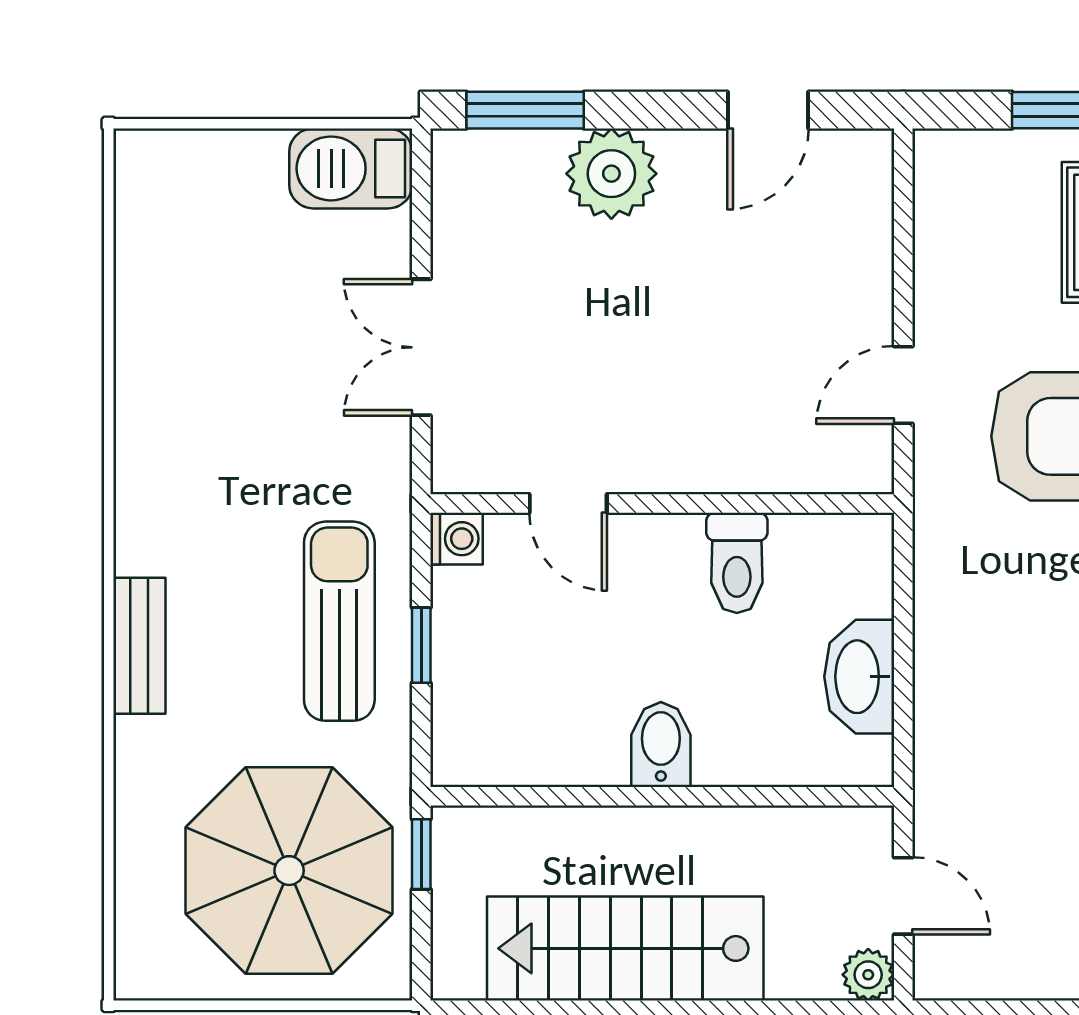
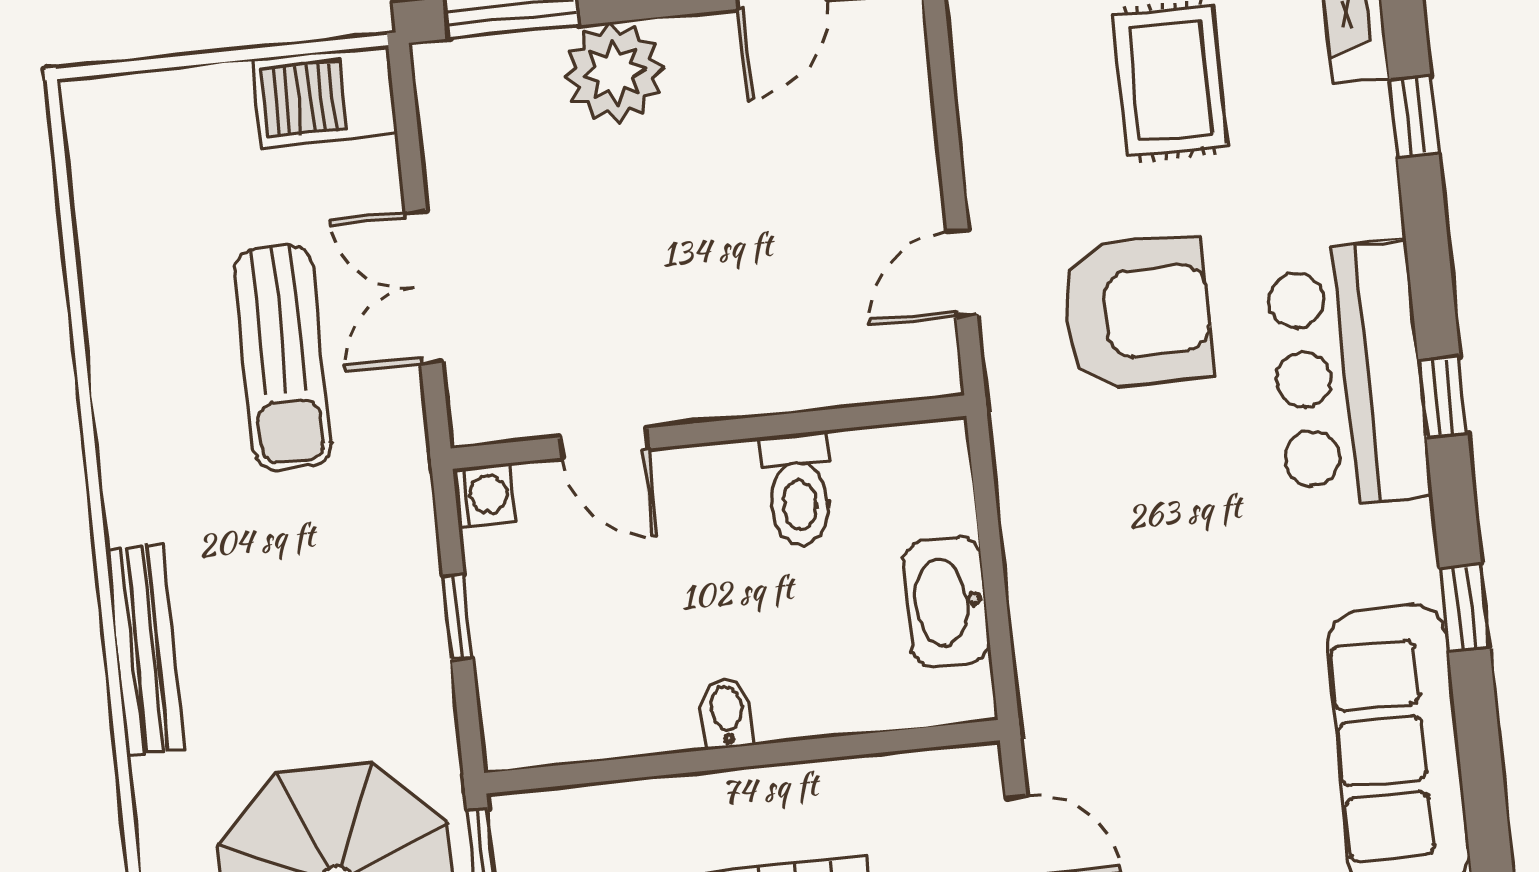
sun lounger: (339, 621) -> (283, 357), moved, turned 180
bench: (139, 646) -> (145, 650), width x1.36
bidet: (661, 745) -> (727, 713), width x0.72, depth x0.74

